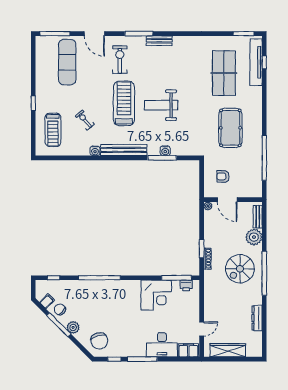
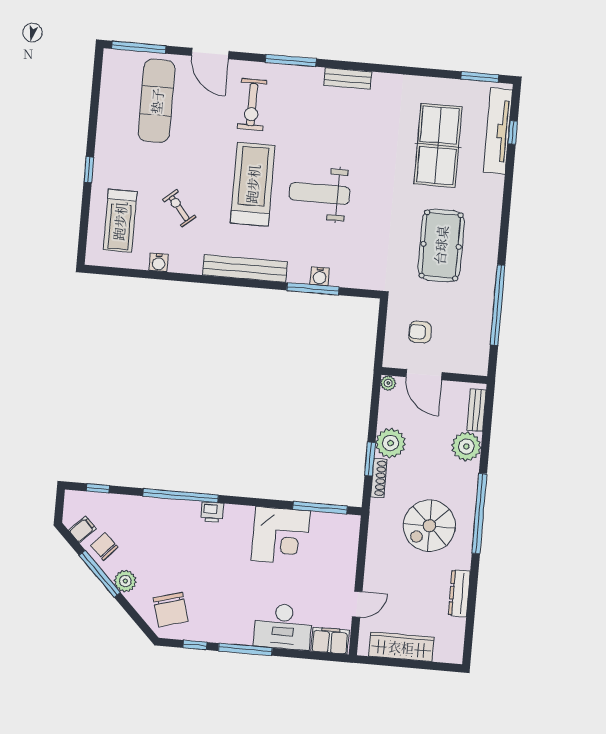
bench: (159, 41) -> (348, 78), moved
exercise bike: (120, 60) -> (252, 105), turned 180
water cooler: (95, 151) -> (159, 262), moved
plant: (212, 239) -> (391, 443), added
spiral stairs: (240, 269) -> (429, 526), moved
printer: (186, 285) -> (212, 512), moved

